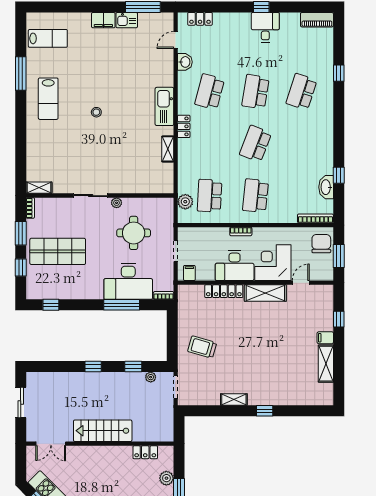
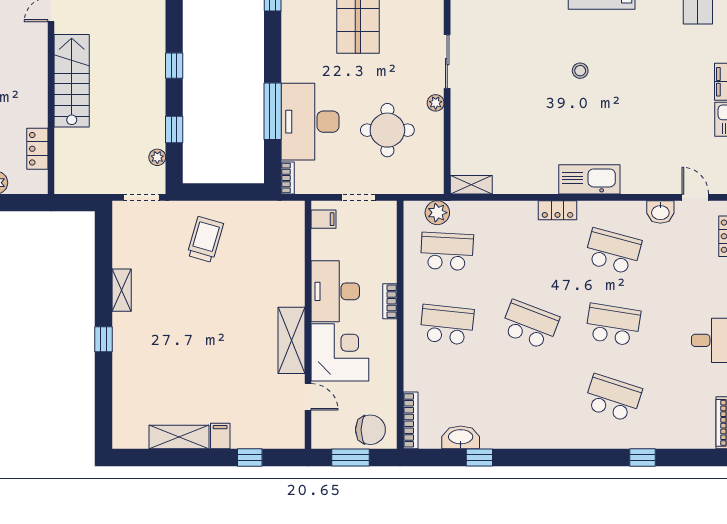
shelving: (168, 149) -> (471, 185), moved
locker: (224, 291) -> (294, 274), removed

